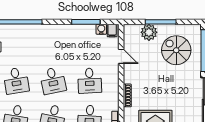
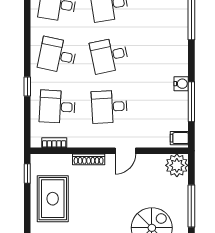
water cooler: (101, 29) -> (181, 84), moved
plant: (149, 32) -> (177, 165), moved
door: (121, 56) -> (125, 151), moved

